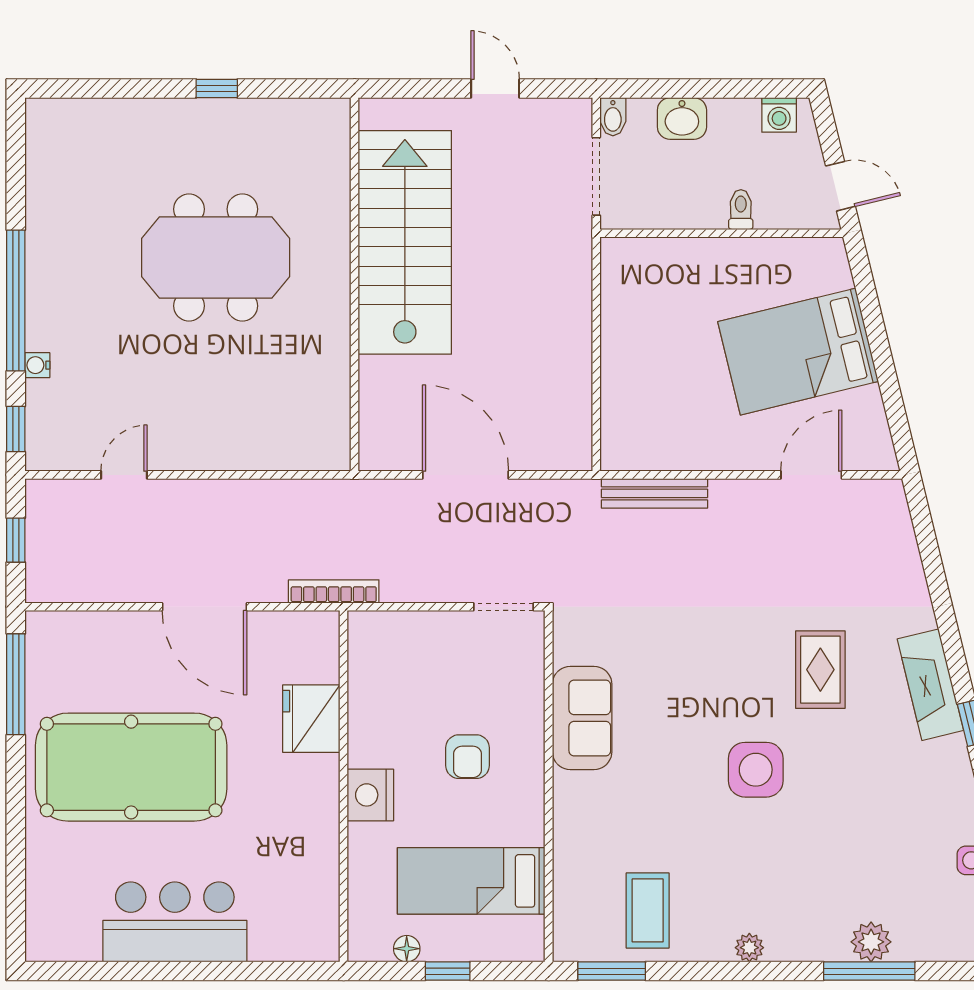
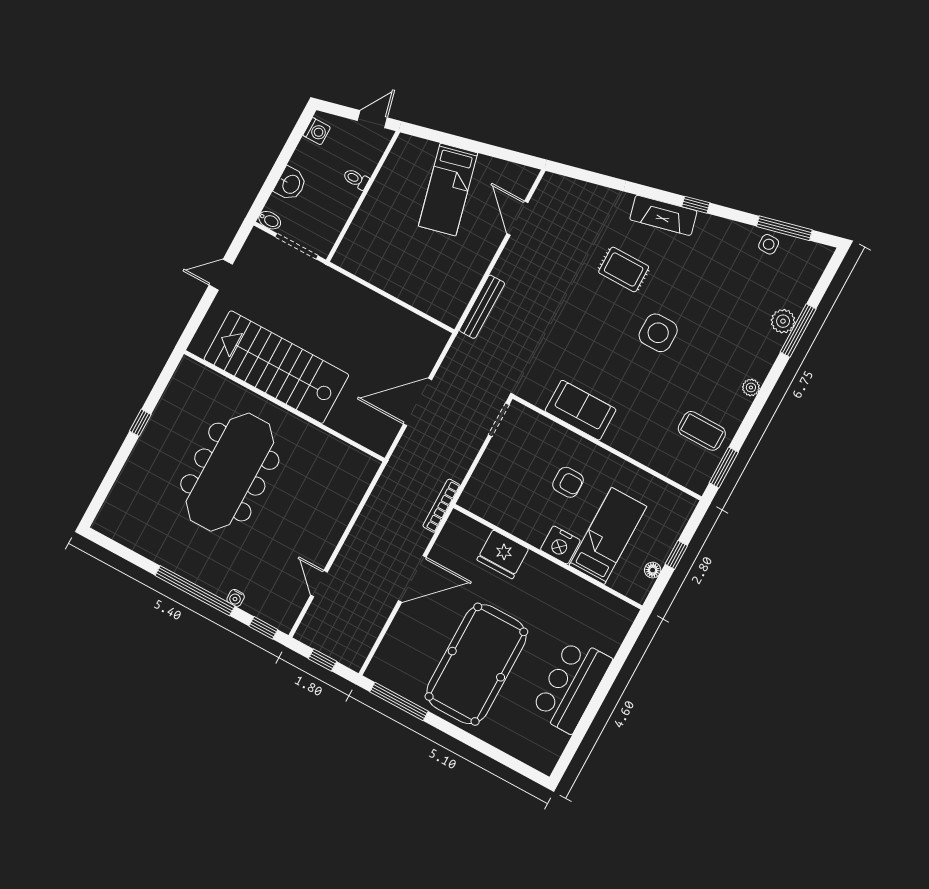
meeting table: (216, 257) -> (230, 472), width x1.36
bed: (798, 352) -> (448, 189), width x0.67
bed: (471, 881) -> (608, 536), moved, turned 180

